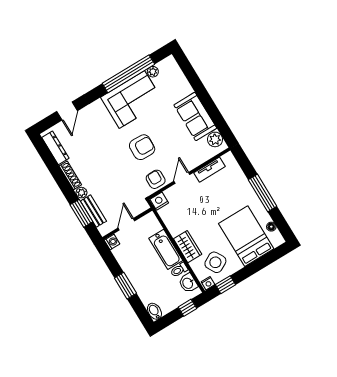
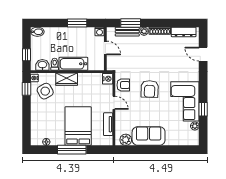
window: (128, 74) -> (203, 109), width x0.32
bed: (246, 236) -> (78, 126), moved, turned -90
window: (125, 286) -> (77, 23), moved

